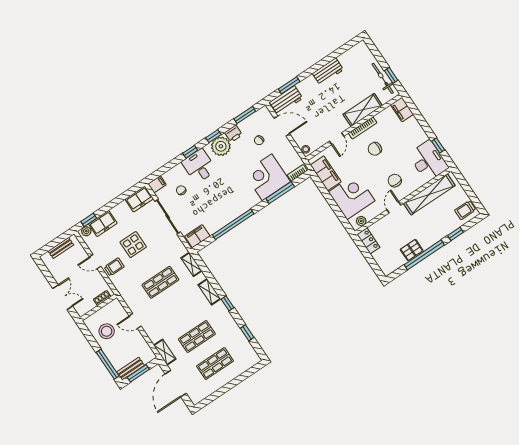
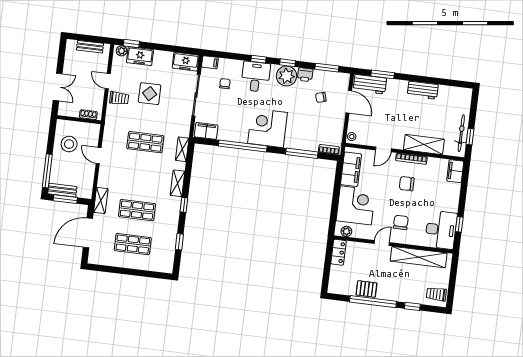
corner desk: (267, 177) -> (267, 128), moved

